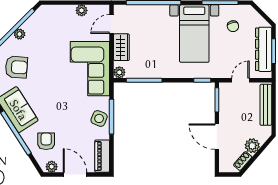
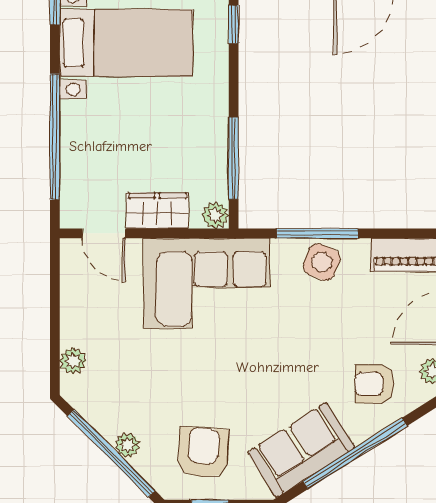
plant: (82, 10) -> (73, 361), moved

